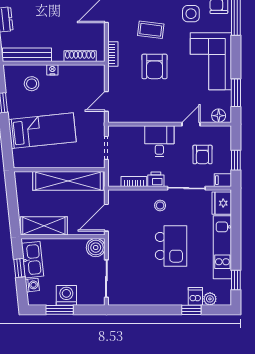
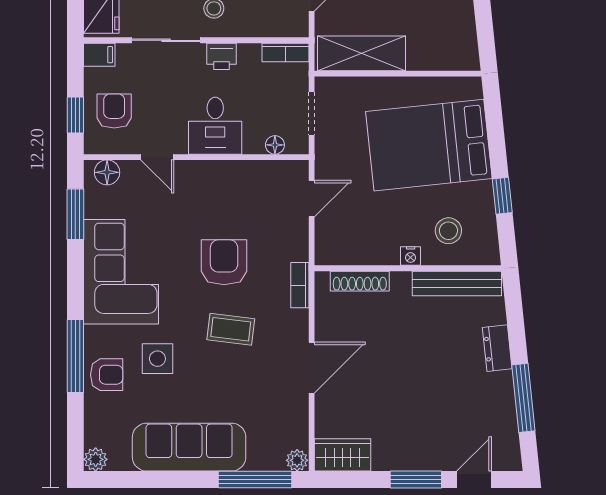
door: (191, 124) -> (157, 157), hinge flipped
bed: (42, 131) -> (429, 145), width x1.50
floor lamp: (127, 131) -> (275, 145), added
armchair: (202, 154) -> (114, 111), moved
window: (236, 160) -> (75, 115), moved
shelving: (68, 181) -> (362, 53), width x0.68
bookcase: (134, 181) -> (286, 52), moved

